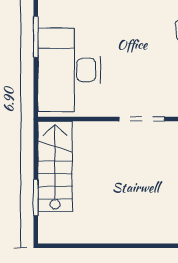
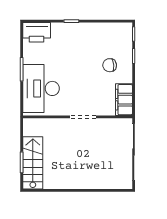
stairs: (55, 166) -> (33, 163), moved

